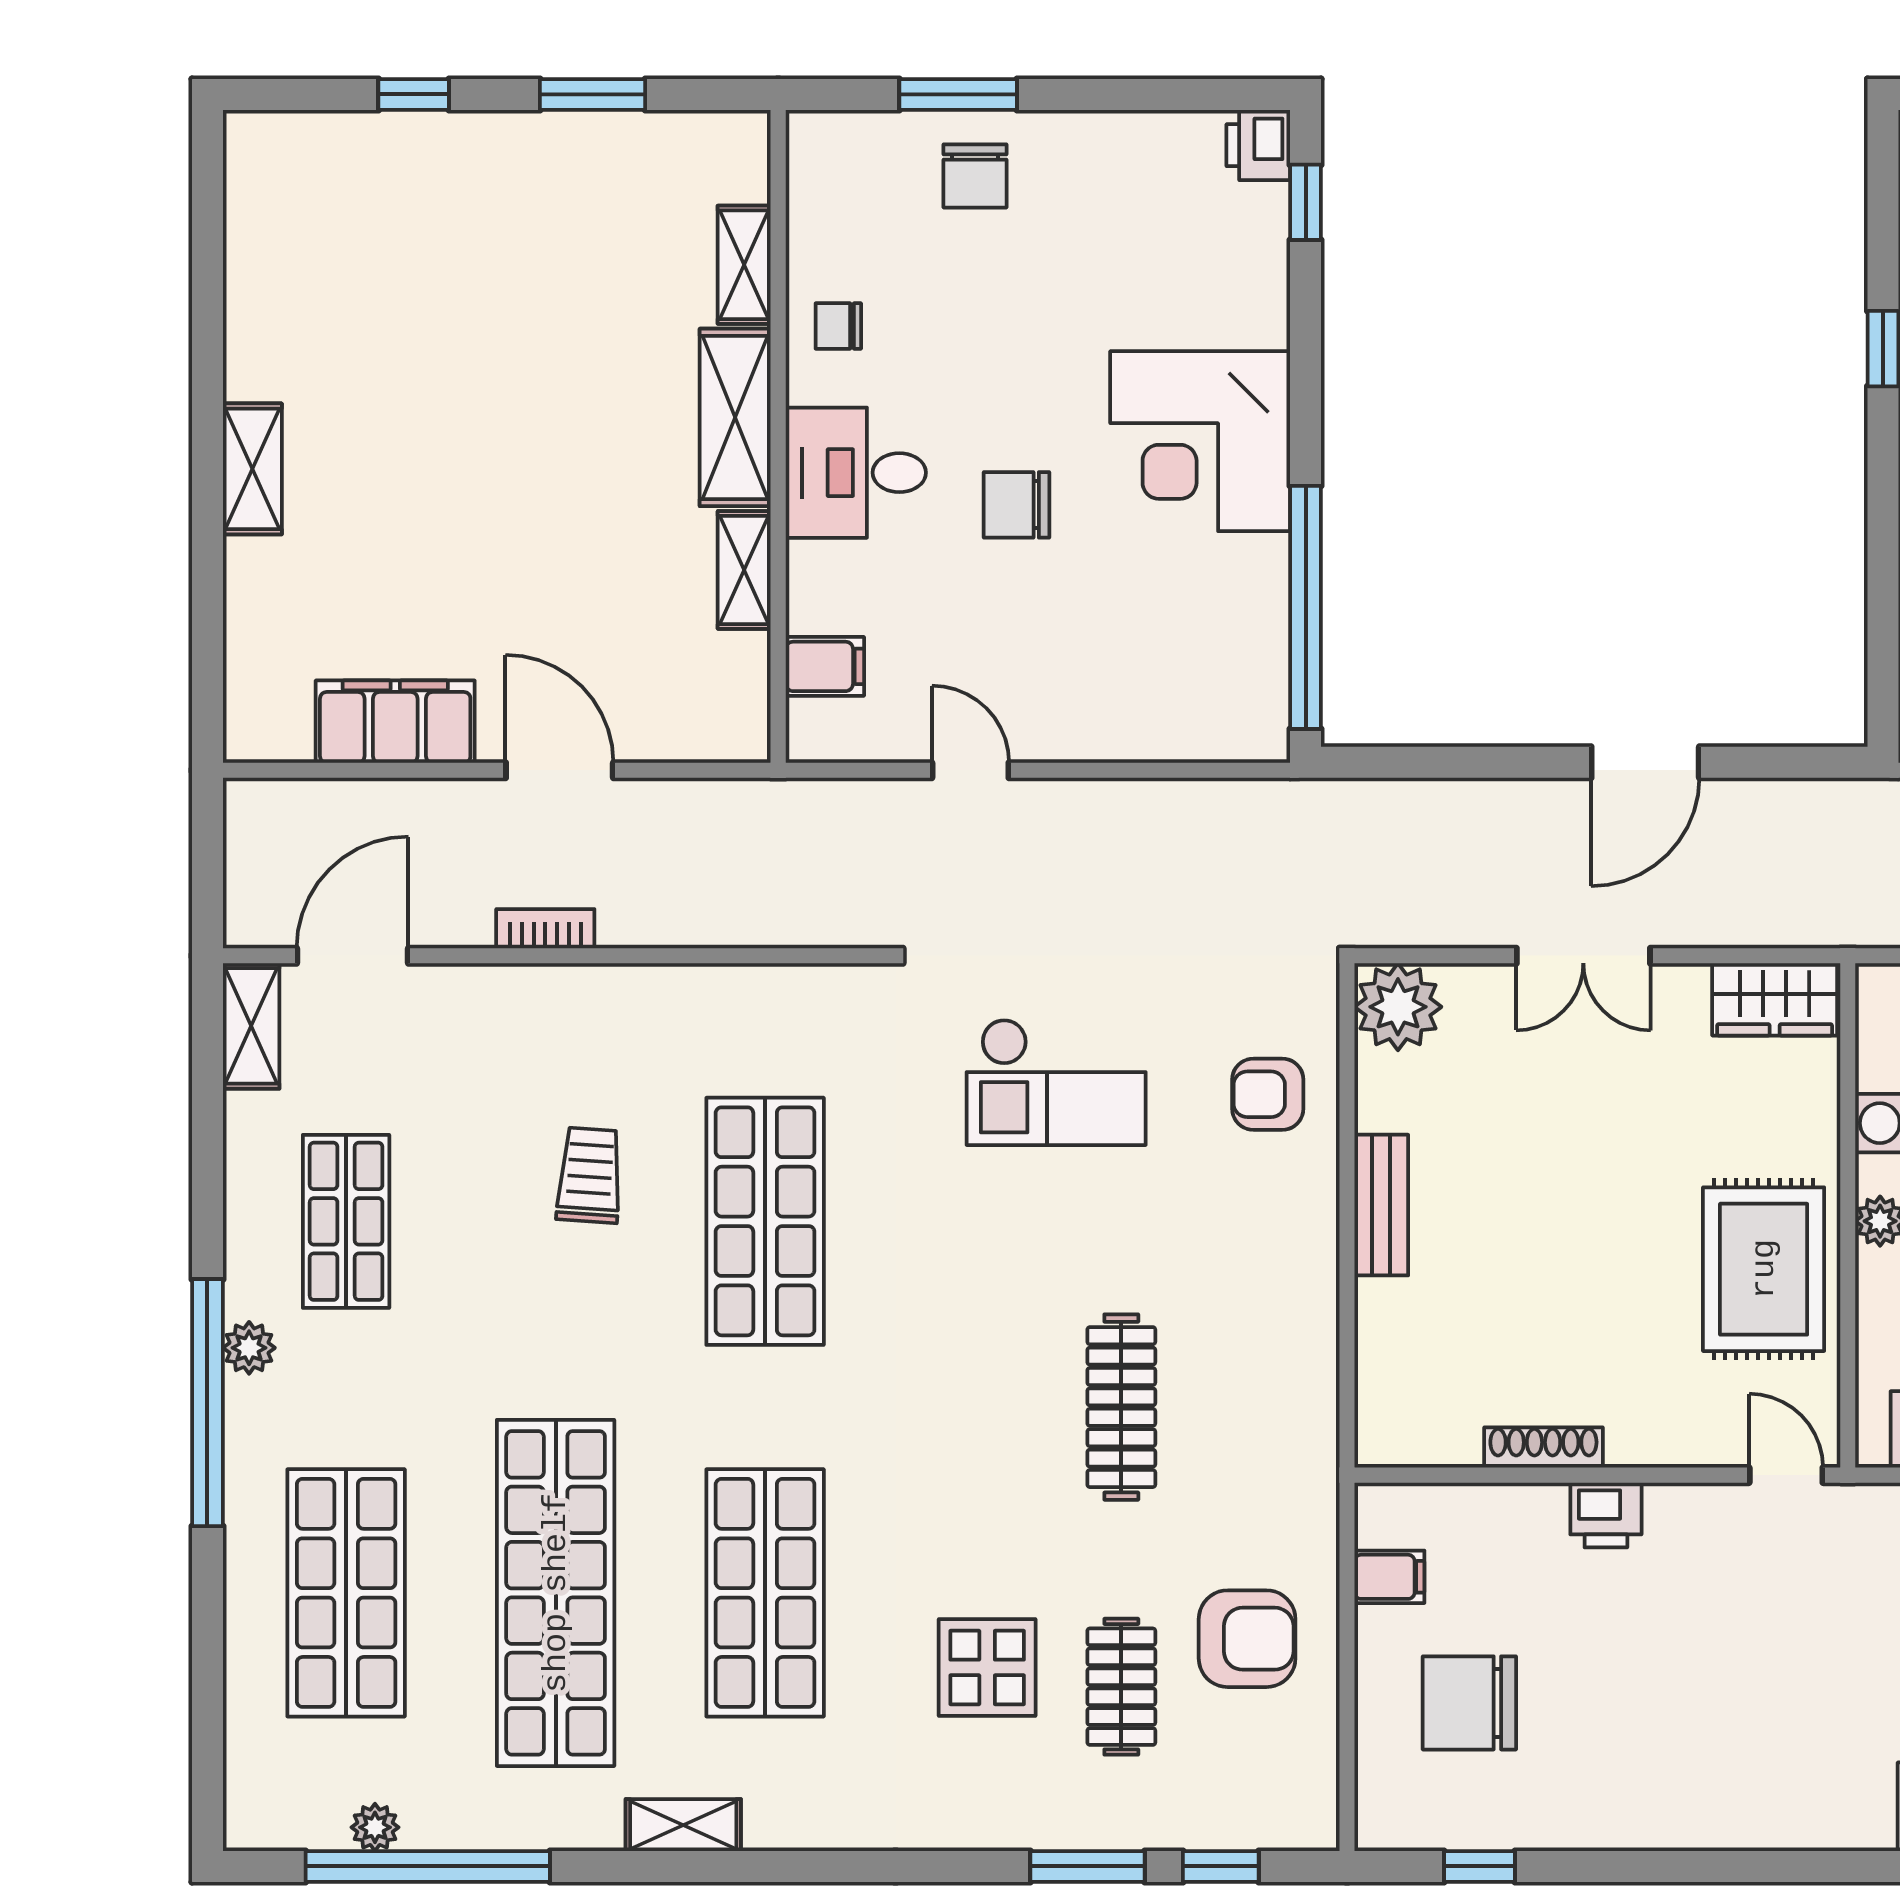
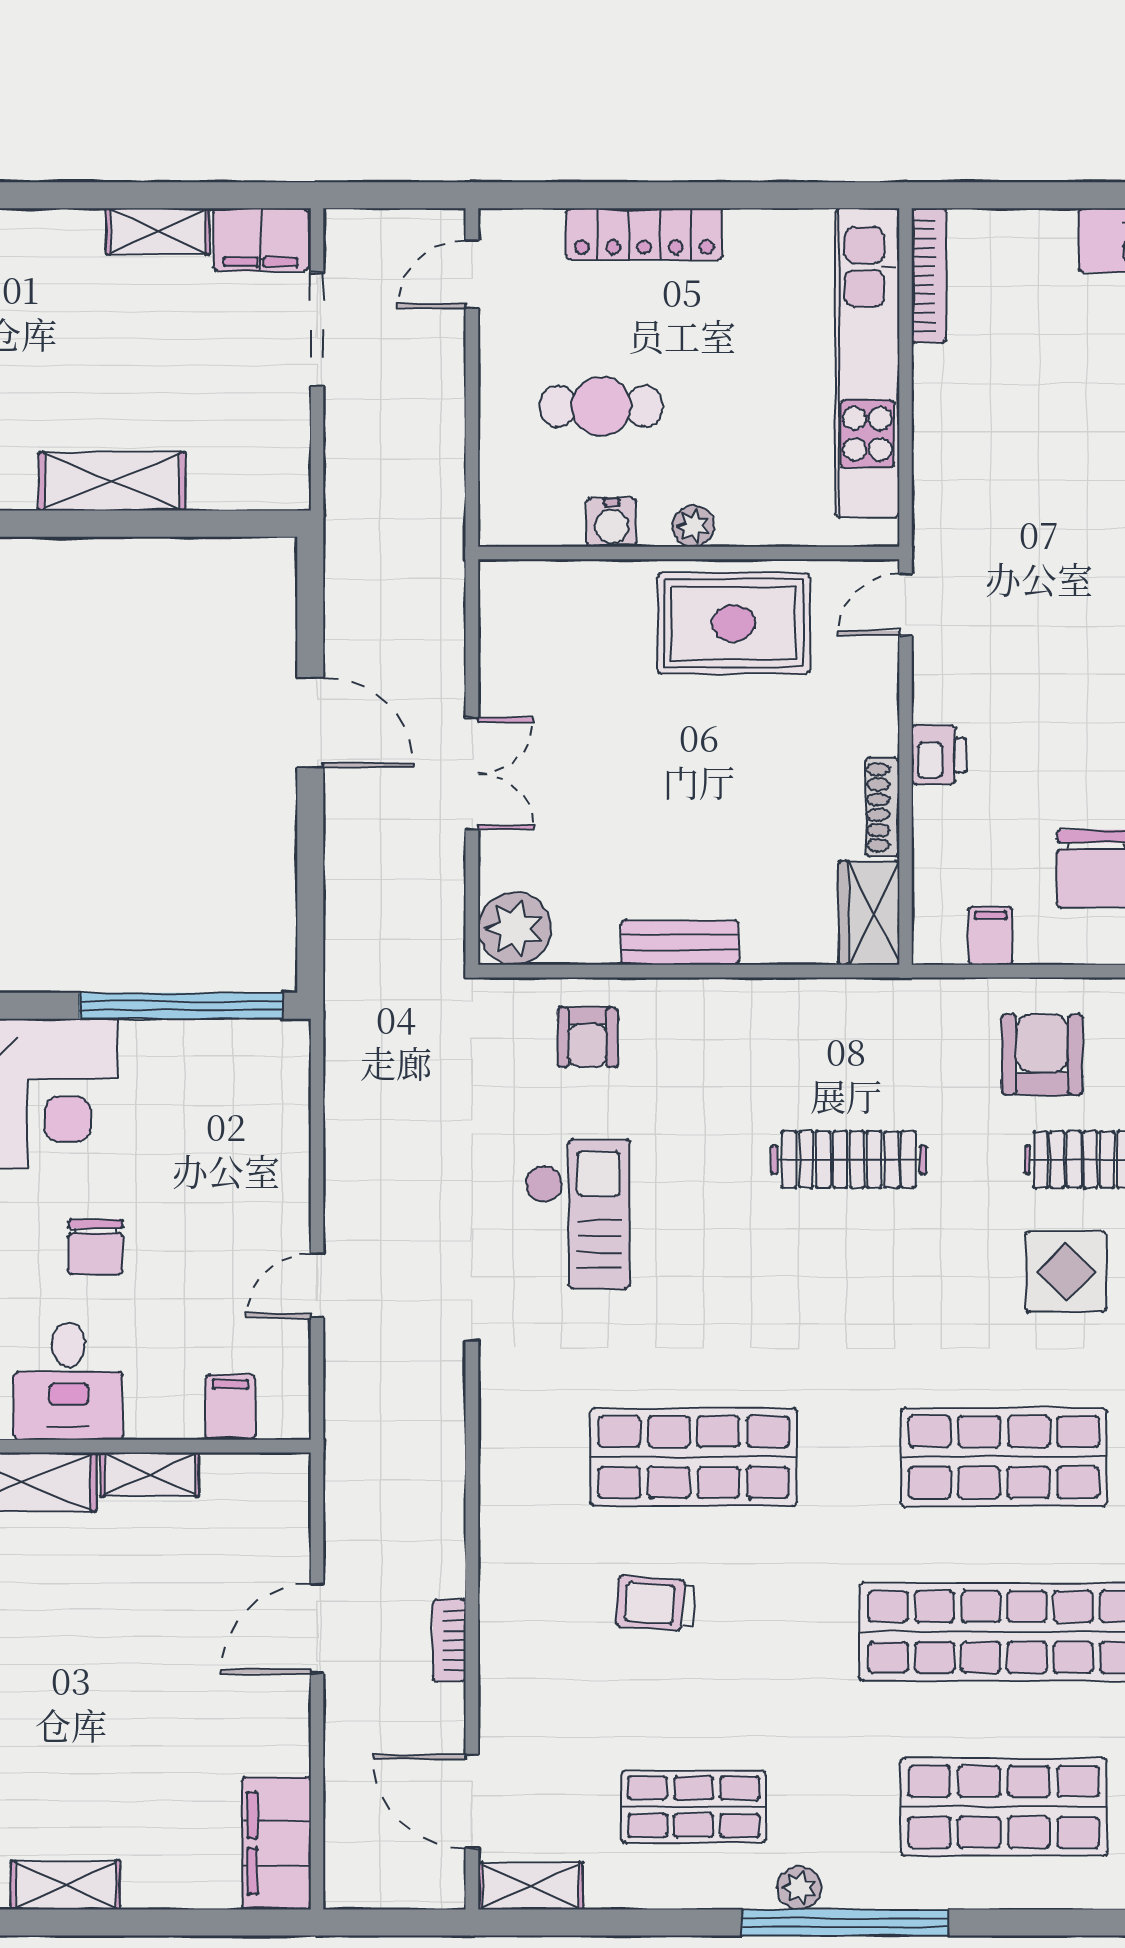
filing cabinet: (395, 722) -> (276, 1843), moved
wardrobe: (1775, 999) -> (869, 913), moved, turned 180

